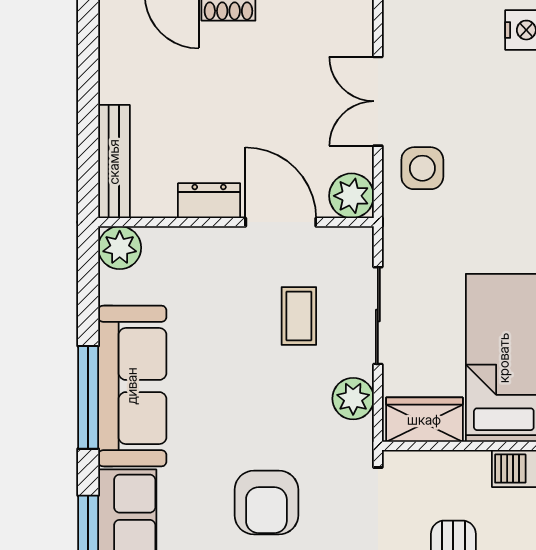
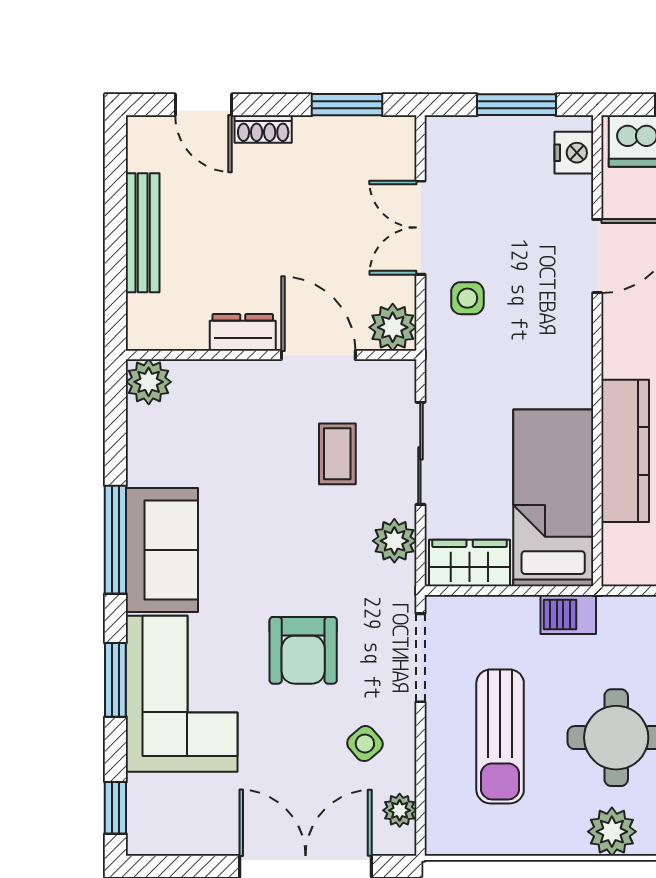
bench: (114, 162) -> (143, 233), moved
side table: (422, 168) -> (467, 298), width x0.73, depth x0.73
sofa: (132, 386) -> (162, 550), width x0.73

